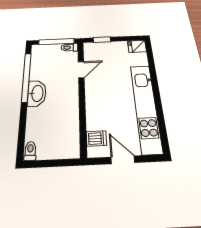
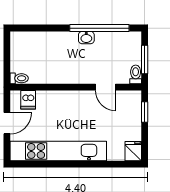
window: (56, 42) -> (145, 60), width x0.69
washbasin: (37, 93) -> (86, 38), width x0.52, depth x0.69
toilet: (30, 151) -> (19, 78), moved

